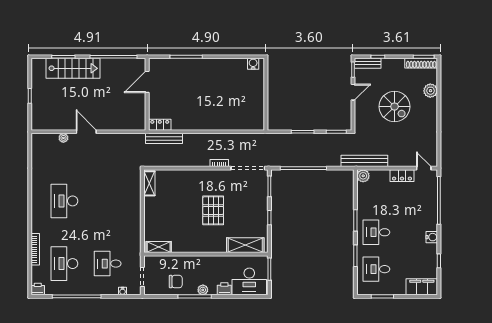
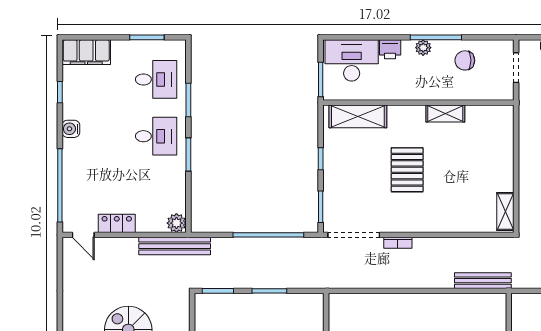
locker: (160, 125) -> (489, 302), removed
shelving: (159, 247) -> (445, 114), moved

